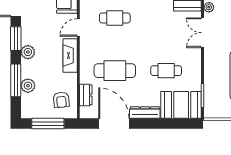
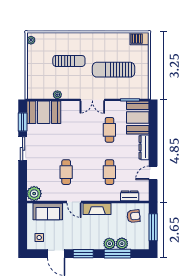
double door: (203, 33) -> (92, 100), moved
plant: (28, 52) -> (109, 244), moved
cafe table: (115, 71) -> (109, 172), width x0.73, depth x0.74
door: (114, 124) -> (153, 173), width x0.53

